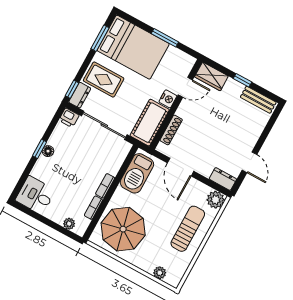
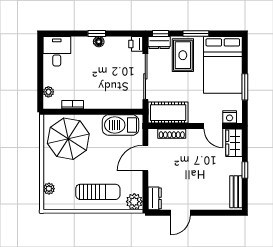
window: (100, 38) -> (196, 34), moved
nightstand: (168, 99) -> (230, 117), moved
bookcase: (105, 186) -> (96, 104), removed

